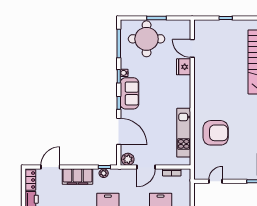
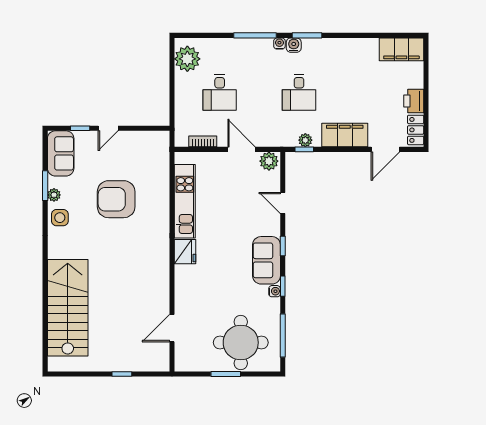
door: (192, 48) -> (172, 328), swing flipped
fridge: (184, 67) -> (185, 252), moved
door: (119, 131) -> (283, 203), width x0.53
armchair: (216, 133) -> (116, 199), moved
door: (146, 167) -> (241, 149), hinge flipped
door: (216, 181) -> (108, 128), moved

